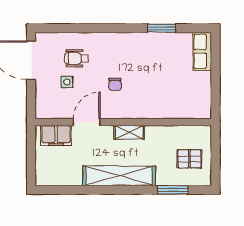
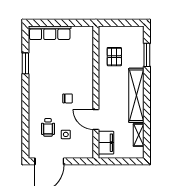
row of seats: (202, 51) -> (50, 33), width x1.48
shelving: (129, 132) -> (139, 135), moved
pallet: (189, 159) -> (114, 57), moved

